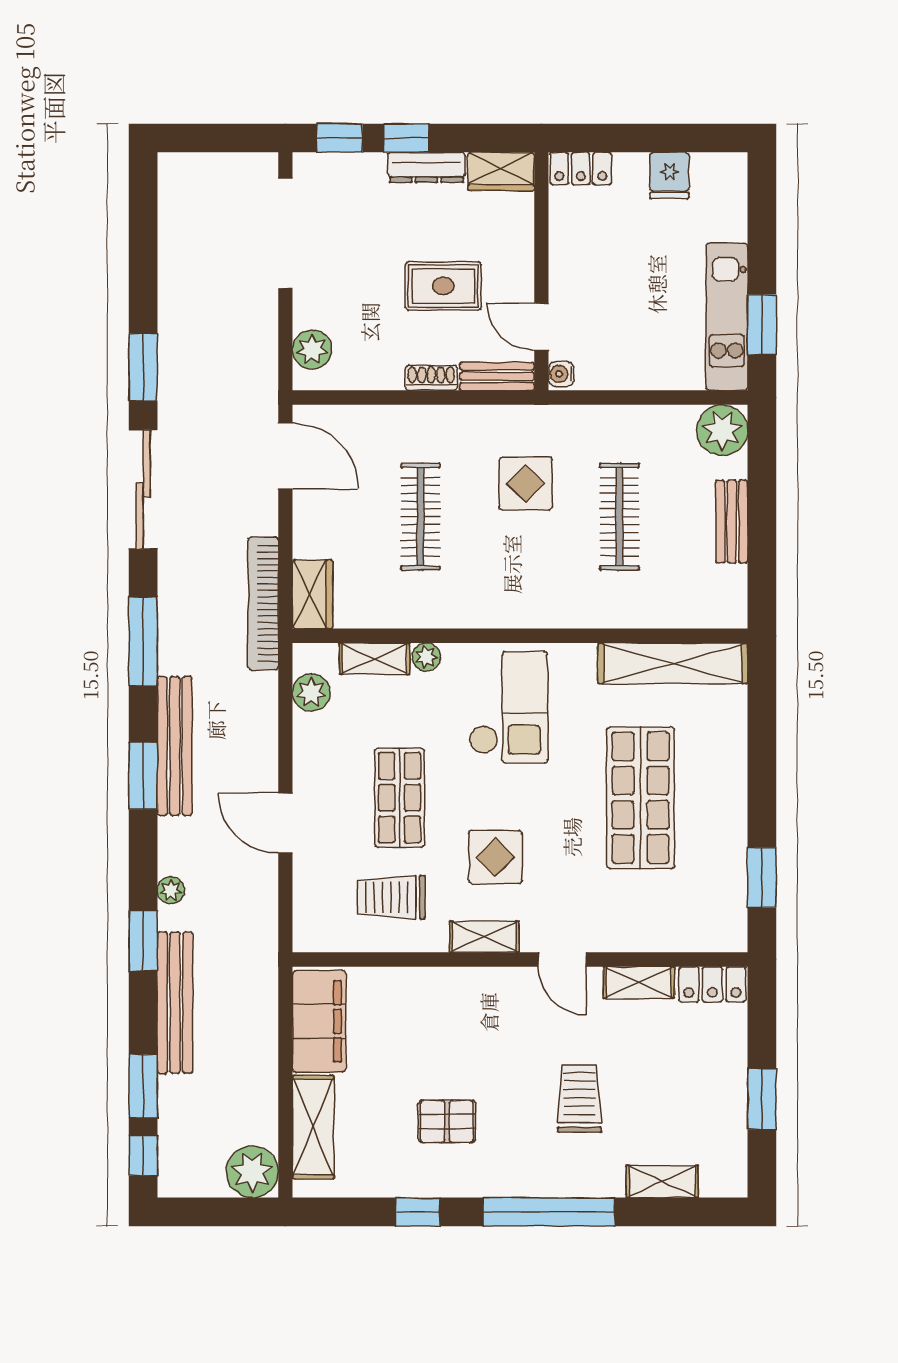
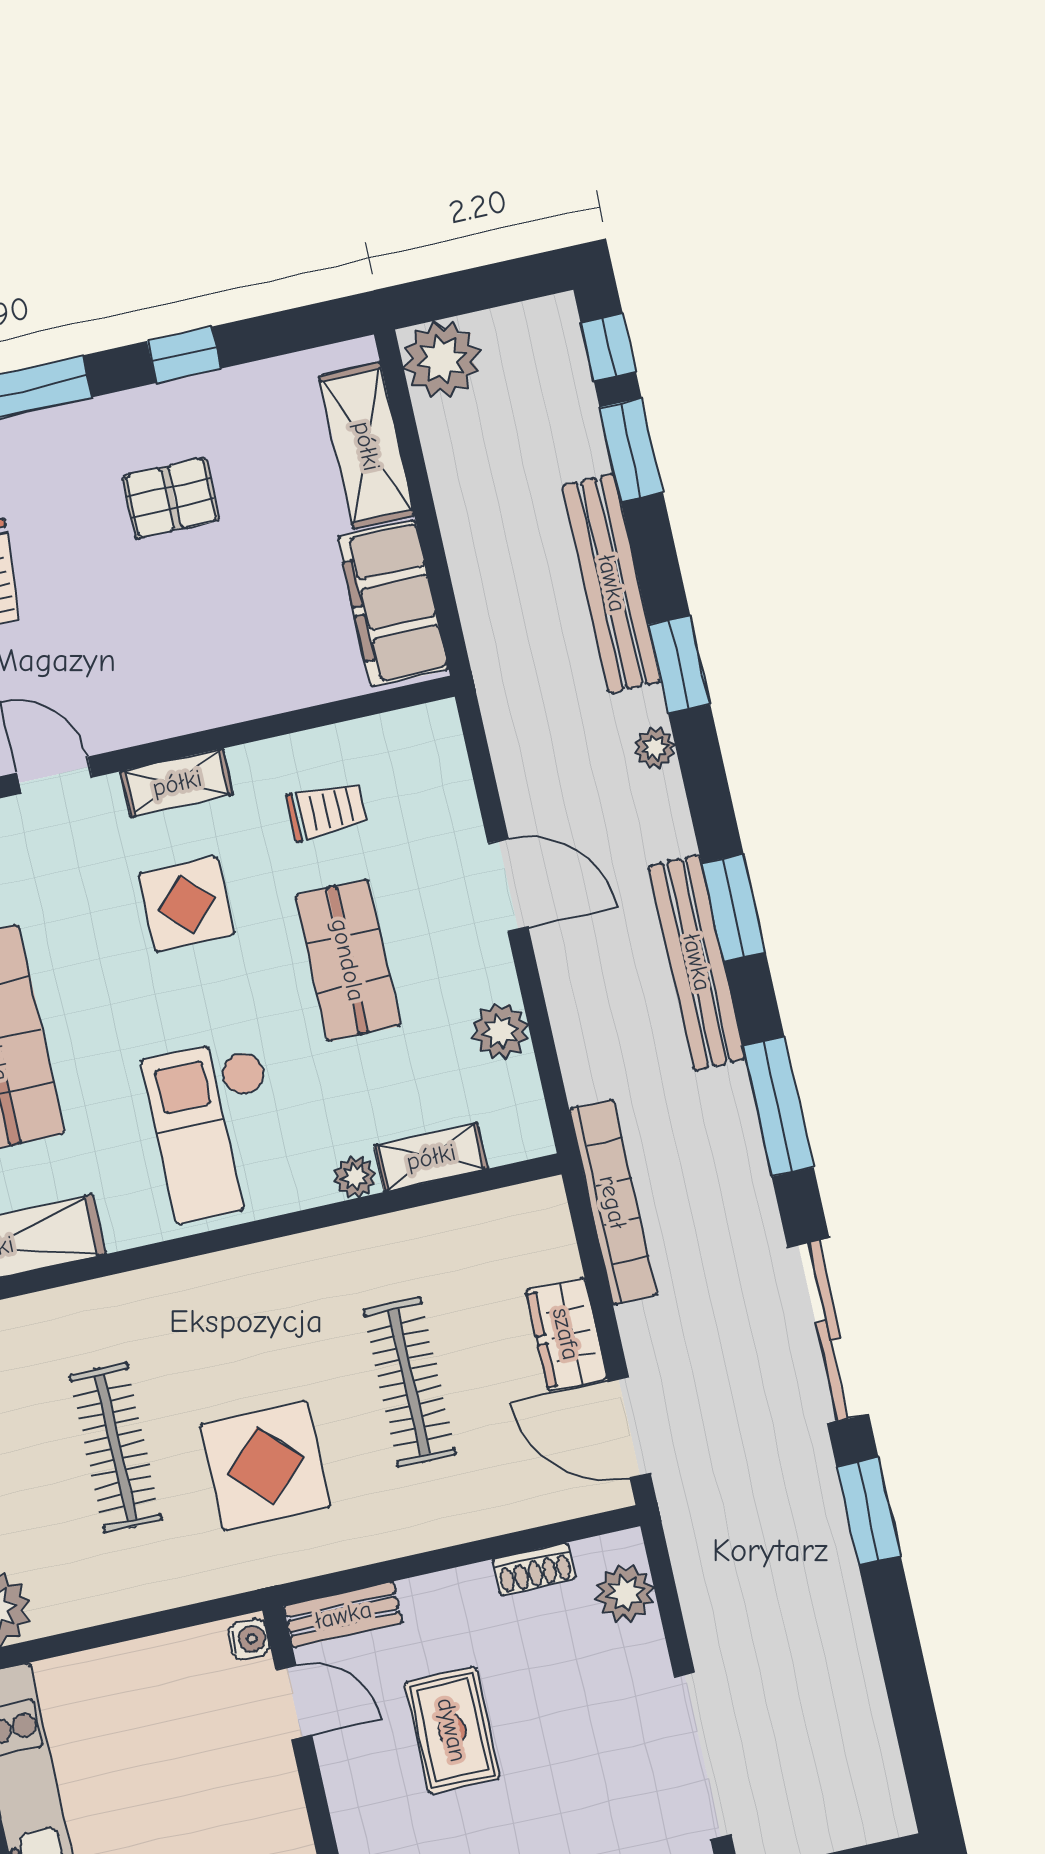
rug: (443, 286) -> (452, 1730), turned 90
shoe rack: (431, 378) -> (534, 1569), moved
display table: (526, 483) -> (265, 1466), width x1.36, depth x1.36
wardrobe: (312, 594) -> (566, 1334), moved
plant: (311, 693) -> (500, 1031), moved
trolley: (391, 897) -> (327, 811), width x0.73, depth x0.72

